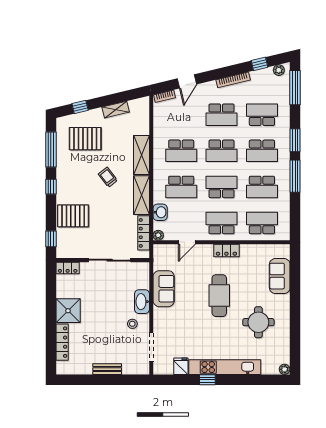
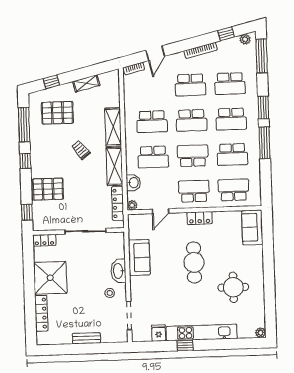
school desk: (262, 115) -> (230, 84), turned 180
sofa: (280, 276) -> (252, 227), moved
shower: (68, 311) -> (50, 278), width x1.37, depth x1.37

